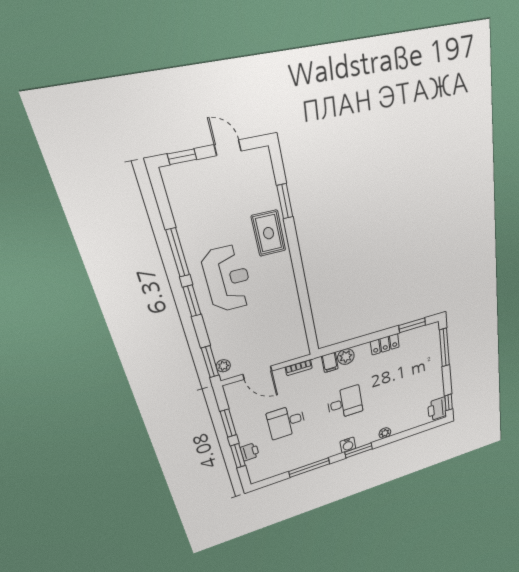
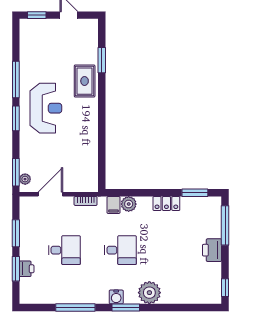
door: (257, 373) -> (50, 194), swing flipped
printer: (437, 409) -> (212, 250), moved
desk: (286, 422) -> (64, 250), turned 180
plant: (385, 433) -> (149, 293), width x1.87, depth x1.87

